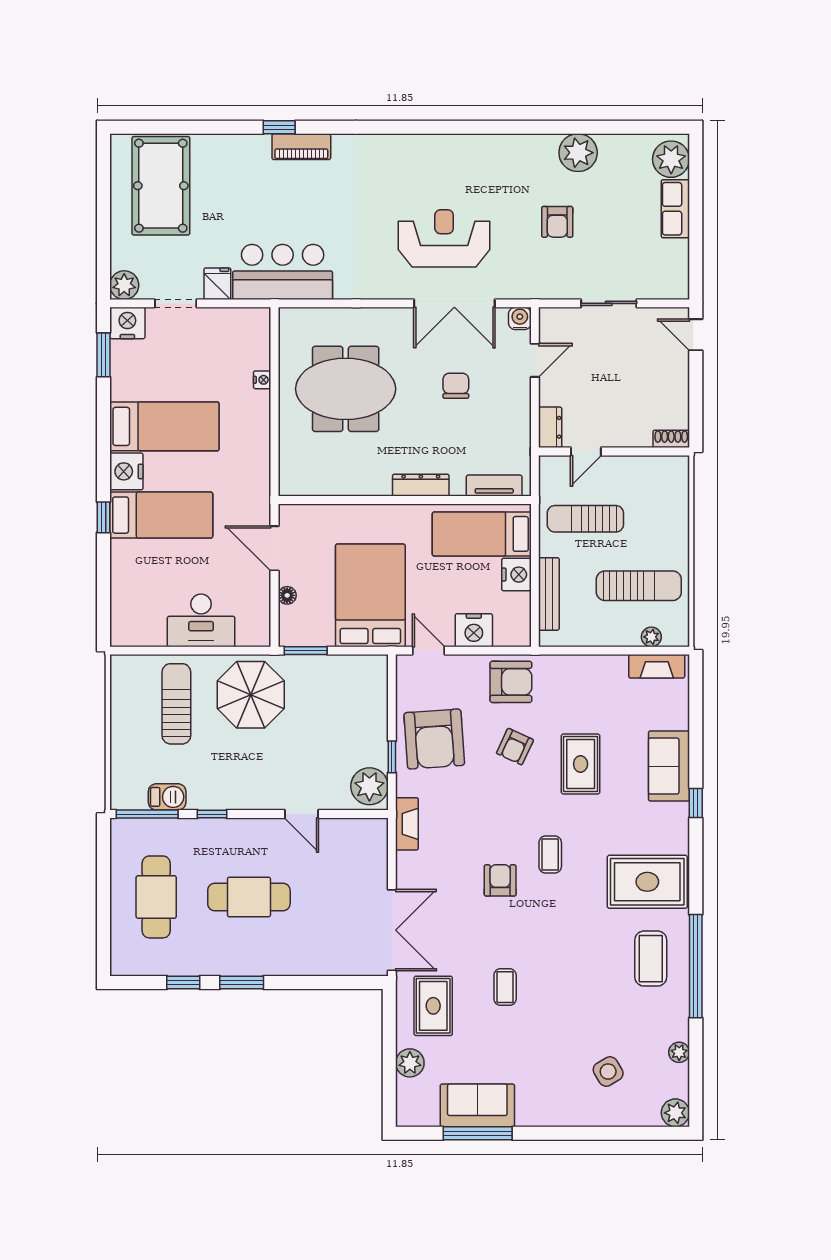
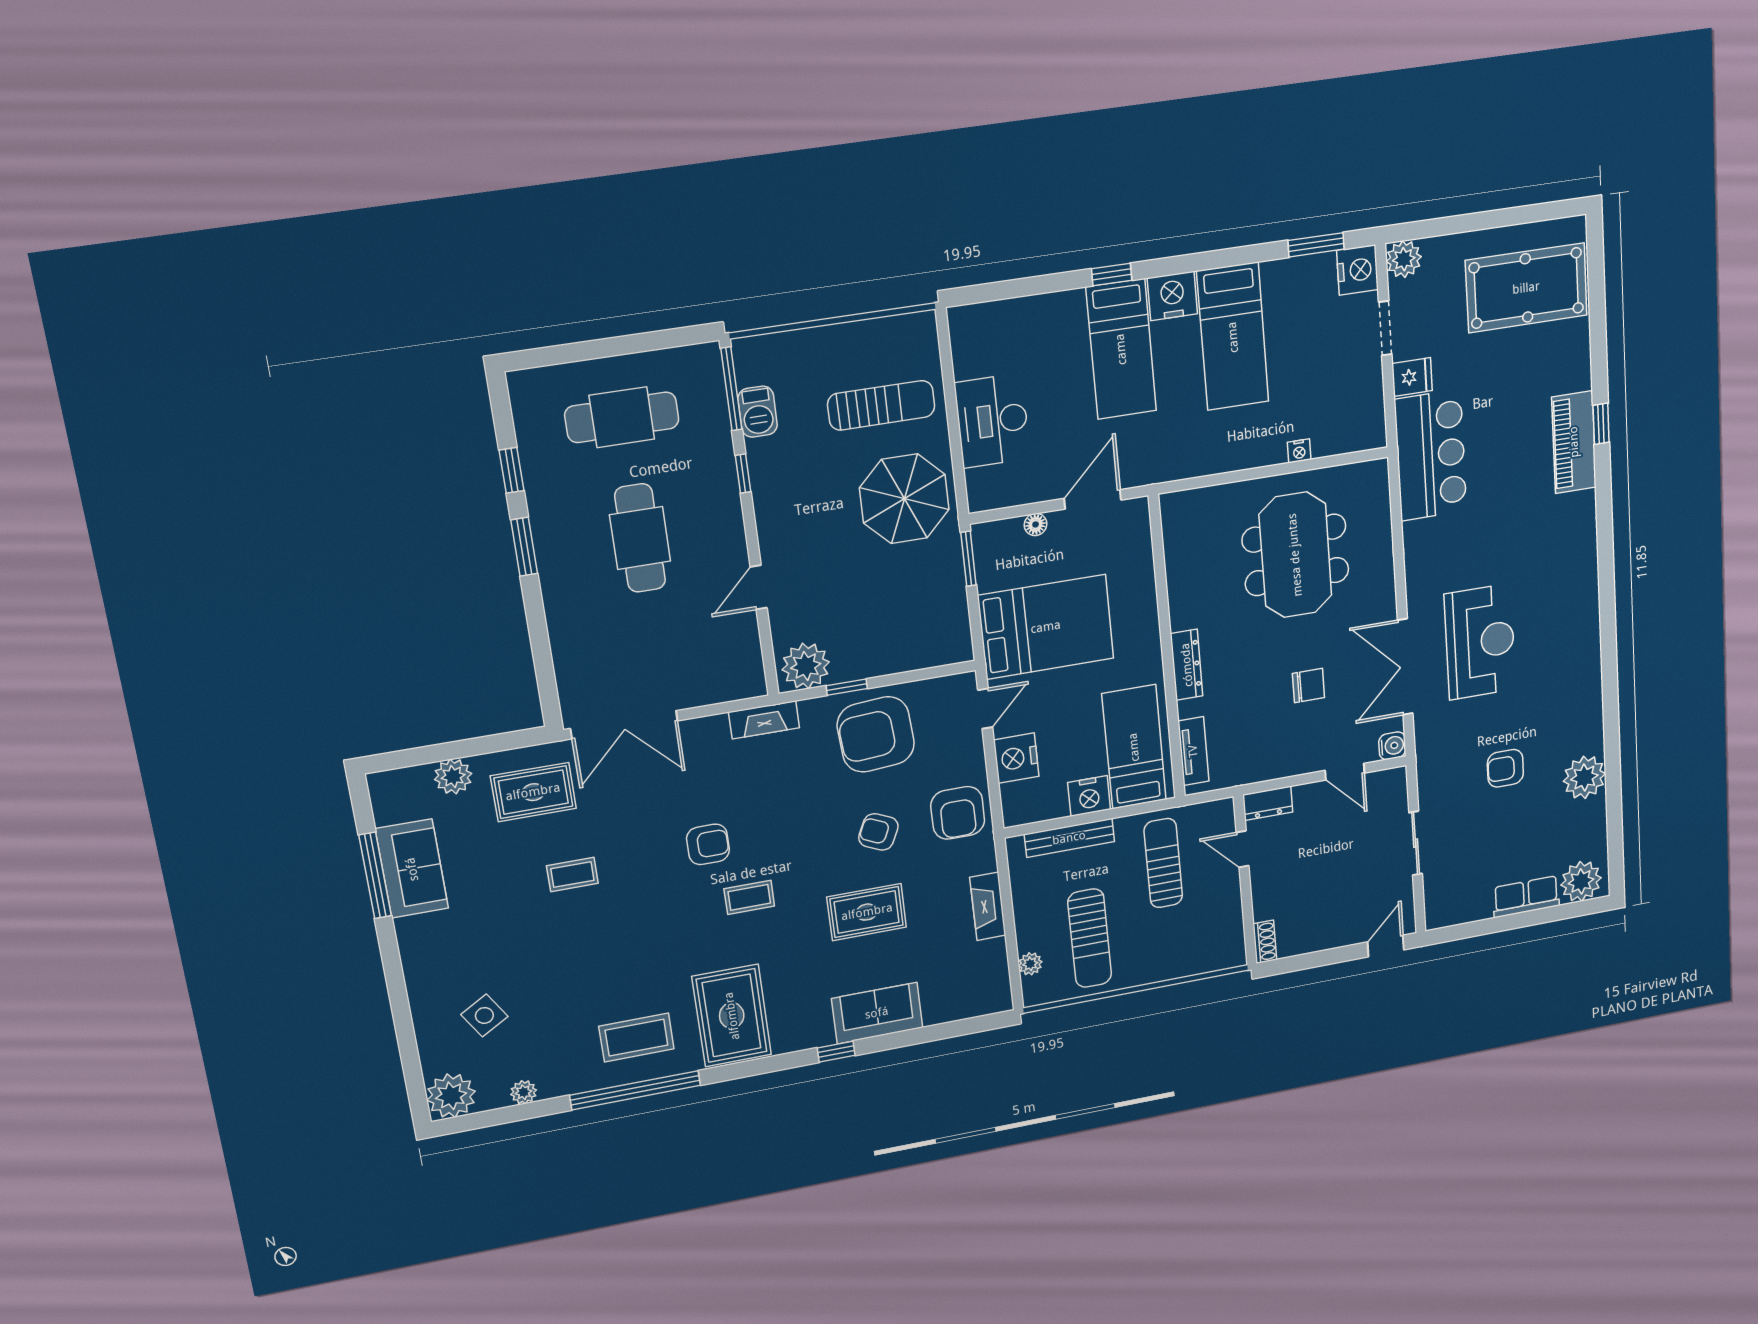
piano: (301, 147) -> (1574, 442), width x1.37, depth x1.33
fireplace: (657, 666) -> (988, 906), moved
plant: (675, 1113) -> (451, 1096), width x1.36, depth x1.36

